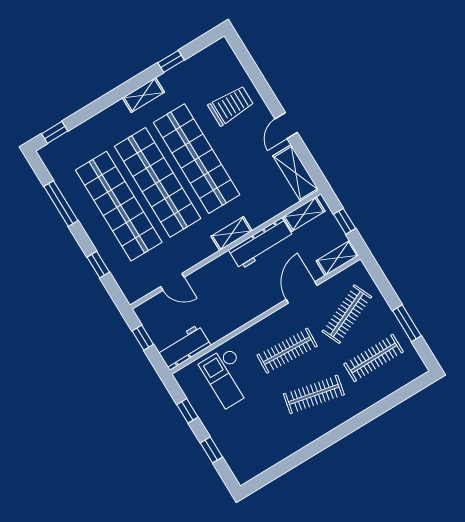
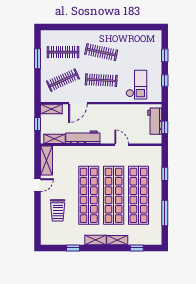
trolley: (231, 106) -> (58, 210), turned -90
window: (55, 132) -> (137, 248), moved
shelving: (232, 233) -> (117, 240), moved
door: (172, 282) -> (122, 145), moved
workbench: (184, 347) -> (155, 121), moved, turned 90

